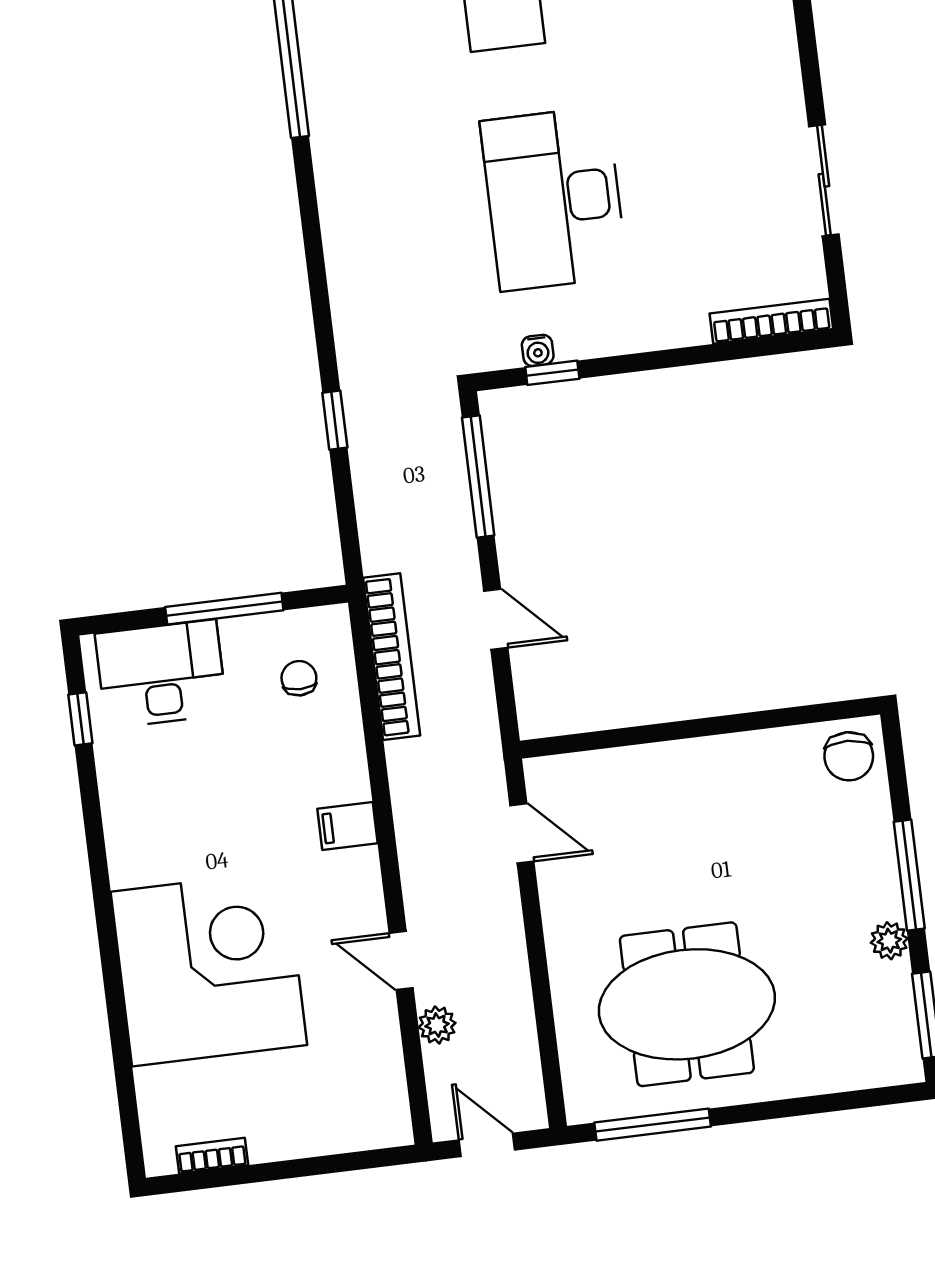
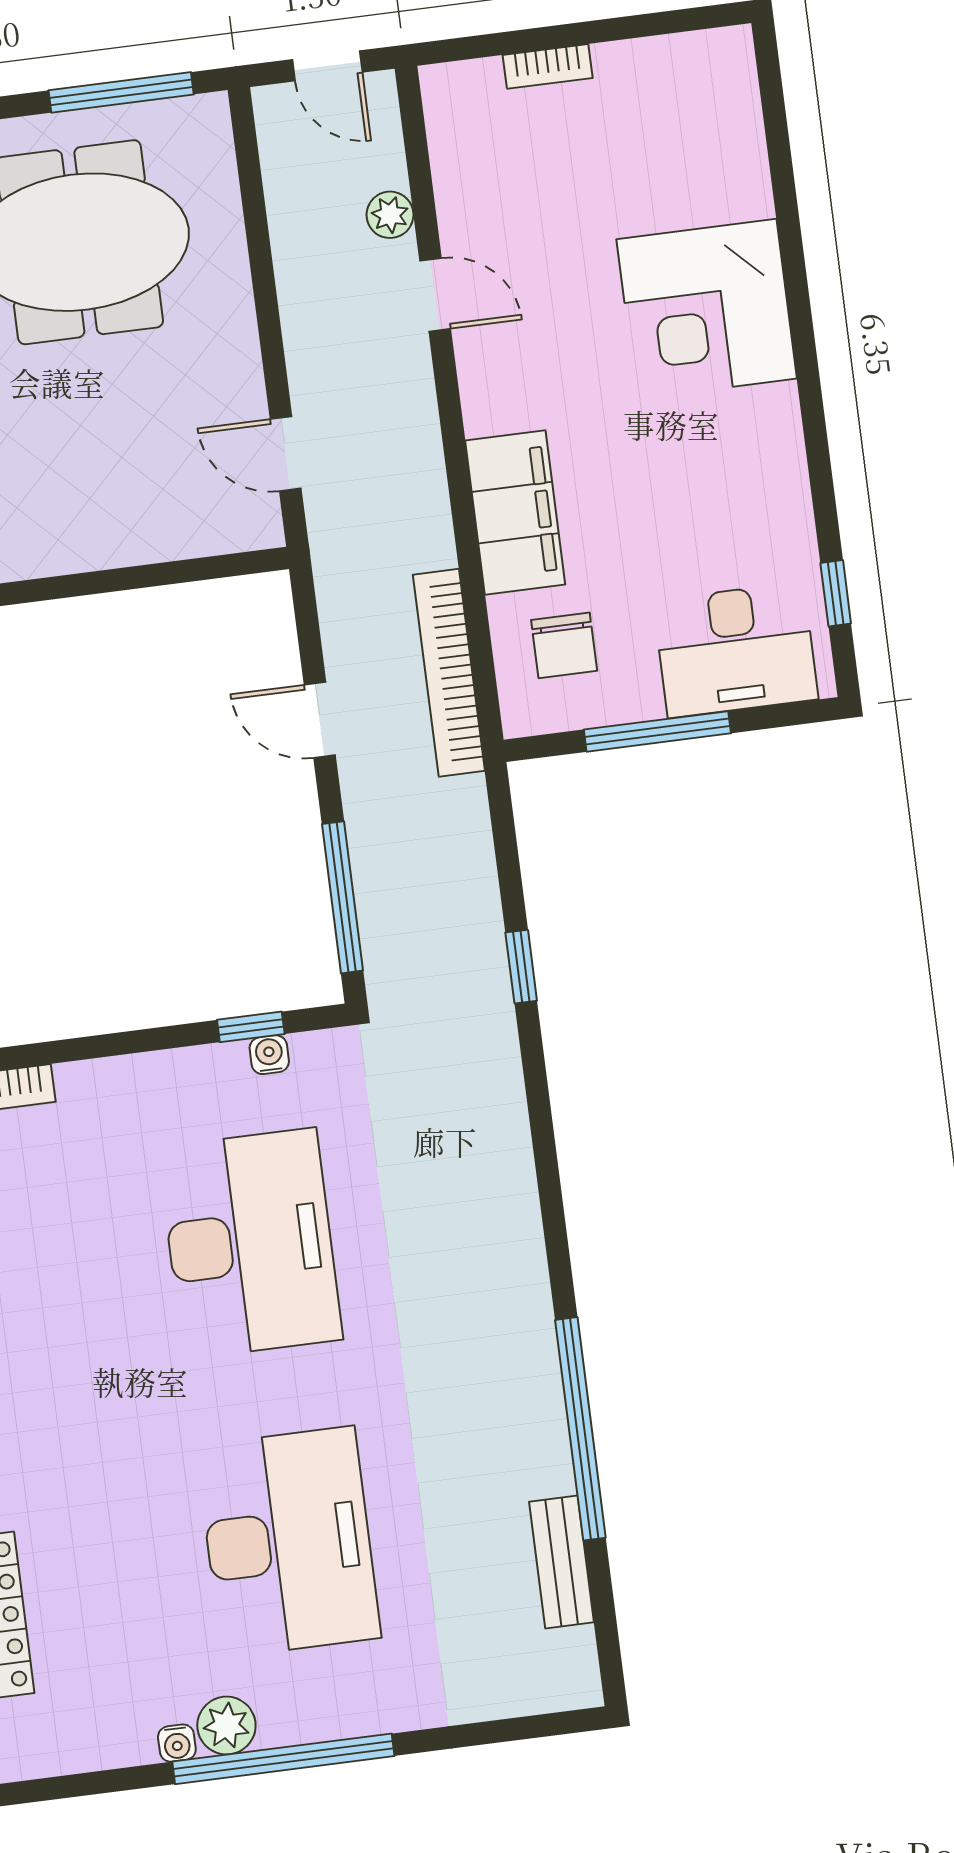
chair: (299, 678) -> (564, 645), width x1.37, depth x1.37
filing cabinet: (347, 826) -> (515, 513), width x3.00, depth x1.17
corner desk: (209, 968) -> (707, 309), width x0.74, depth x0.74
bookcase: (212, 1156) -> (548, 66), moved

